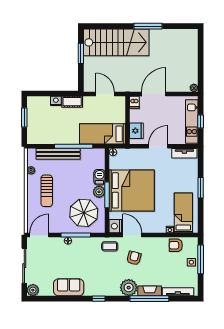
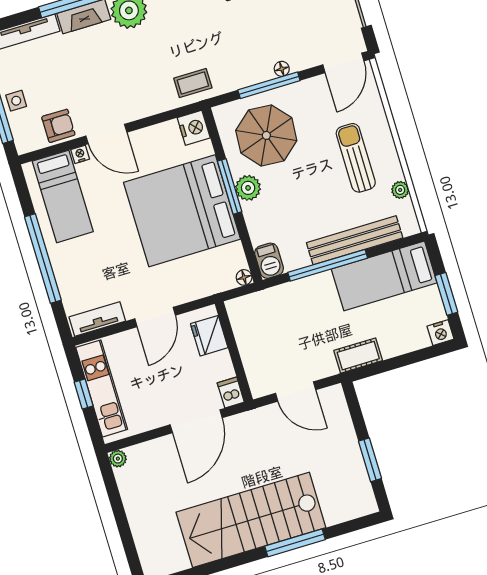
window: (148, 26) -> (295, 543), moved
stairs: (116, 42) -> (251, 520), moved
nightstand: (56, 101) -> (440, 333), moved
bed: (102, 134) -> (384, 276), moved, turned 180
barbecue: (99, 177) -> (269, 261), moved
window: (201, 188) -> (43, 258), width x2.11
door: (132, 235) -> (106, 134), moved
armchair: (134, 258) -> (136, 74), removed

